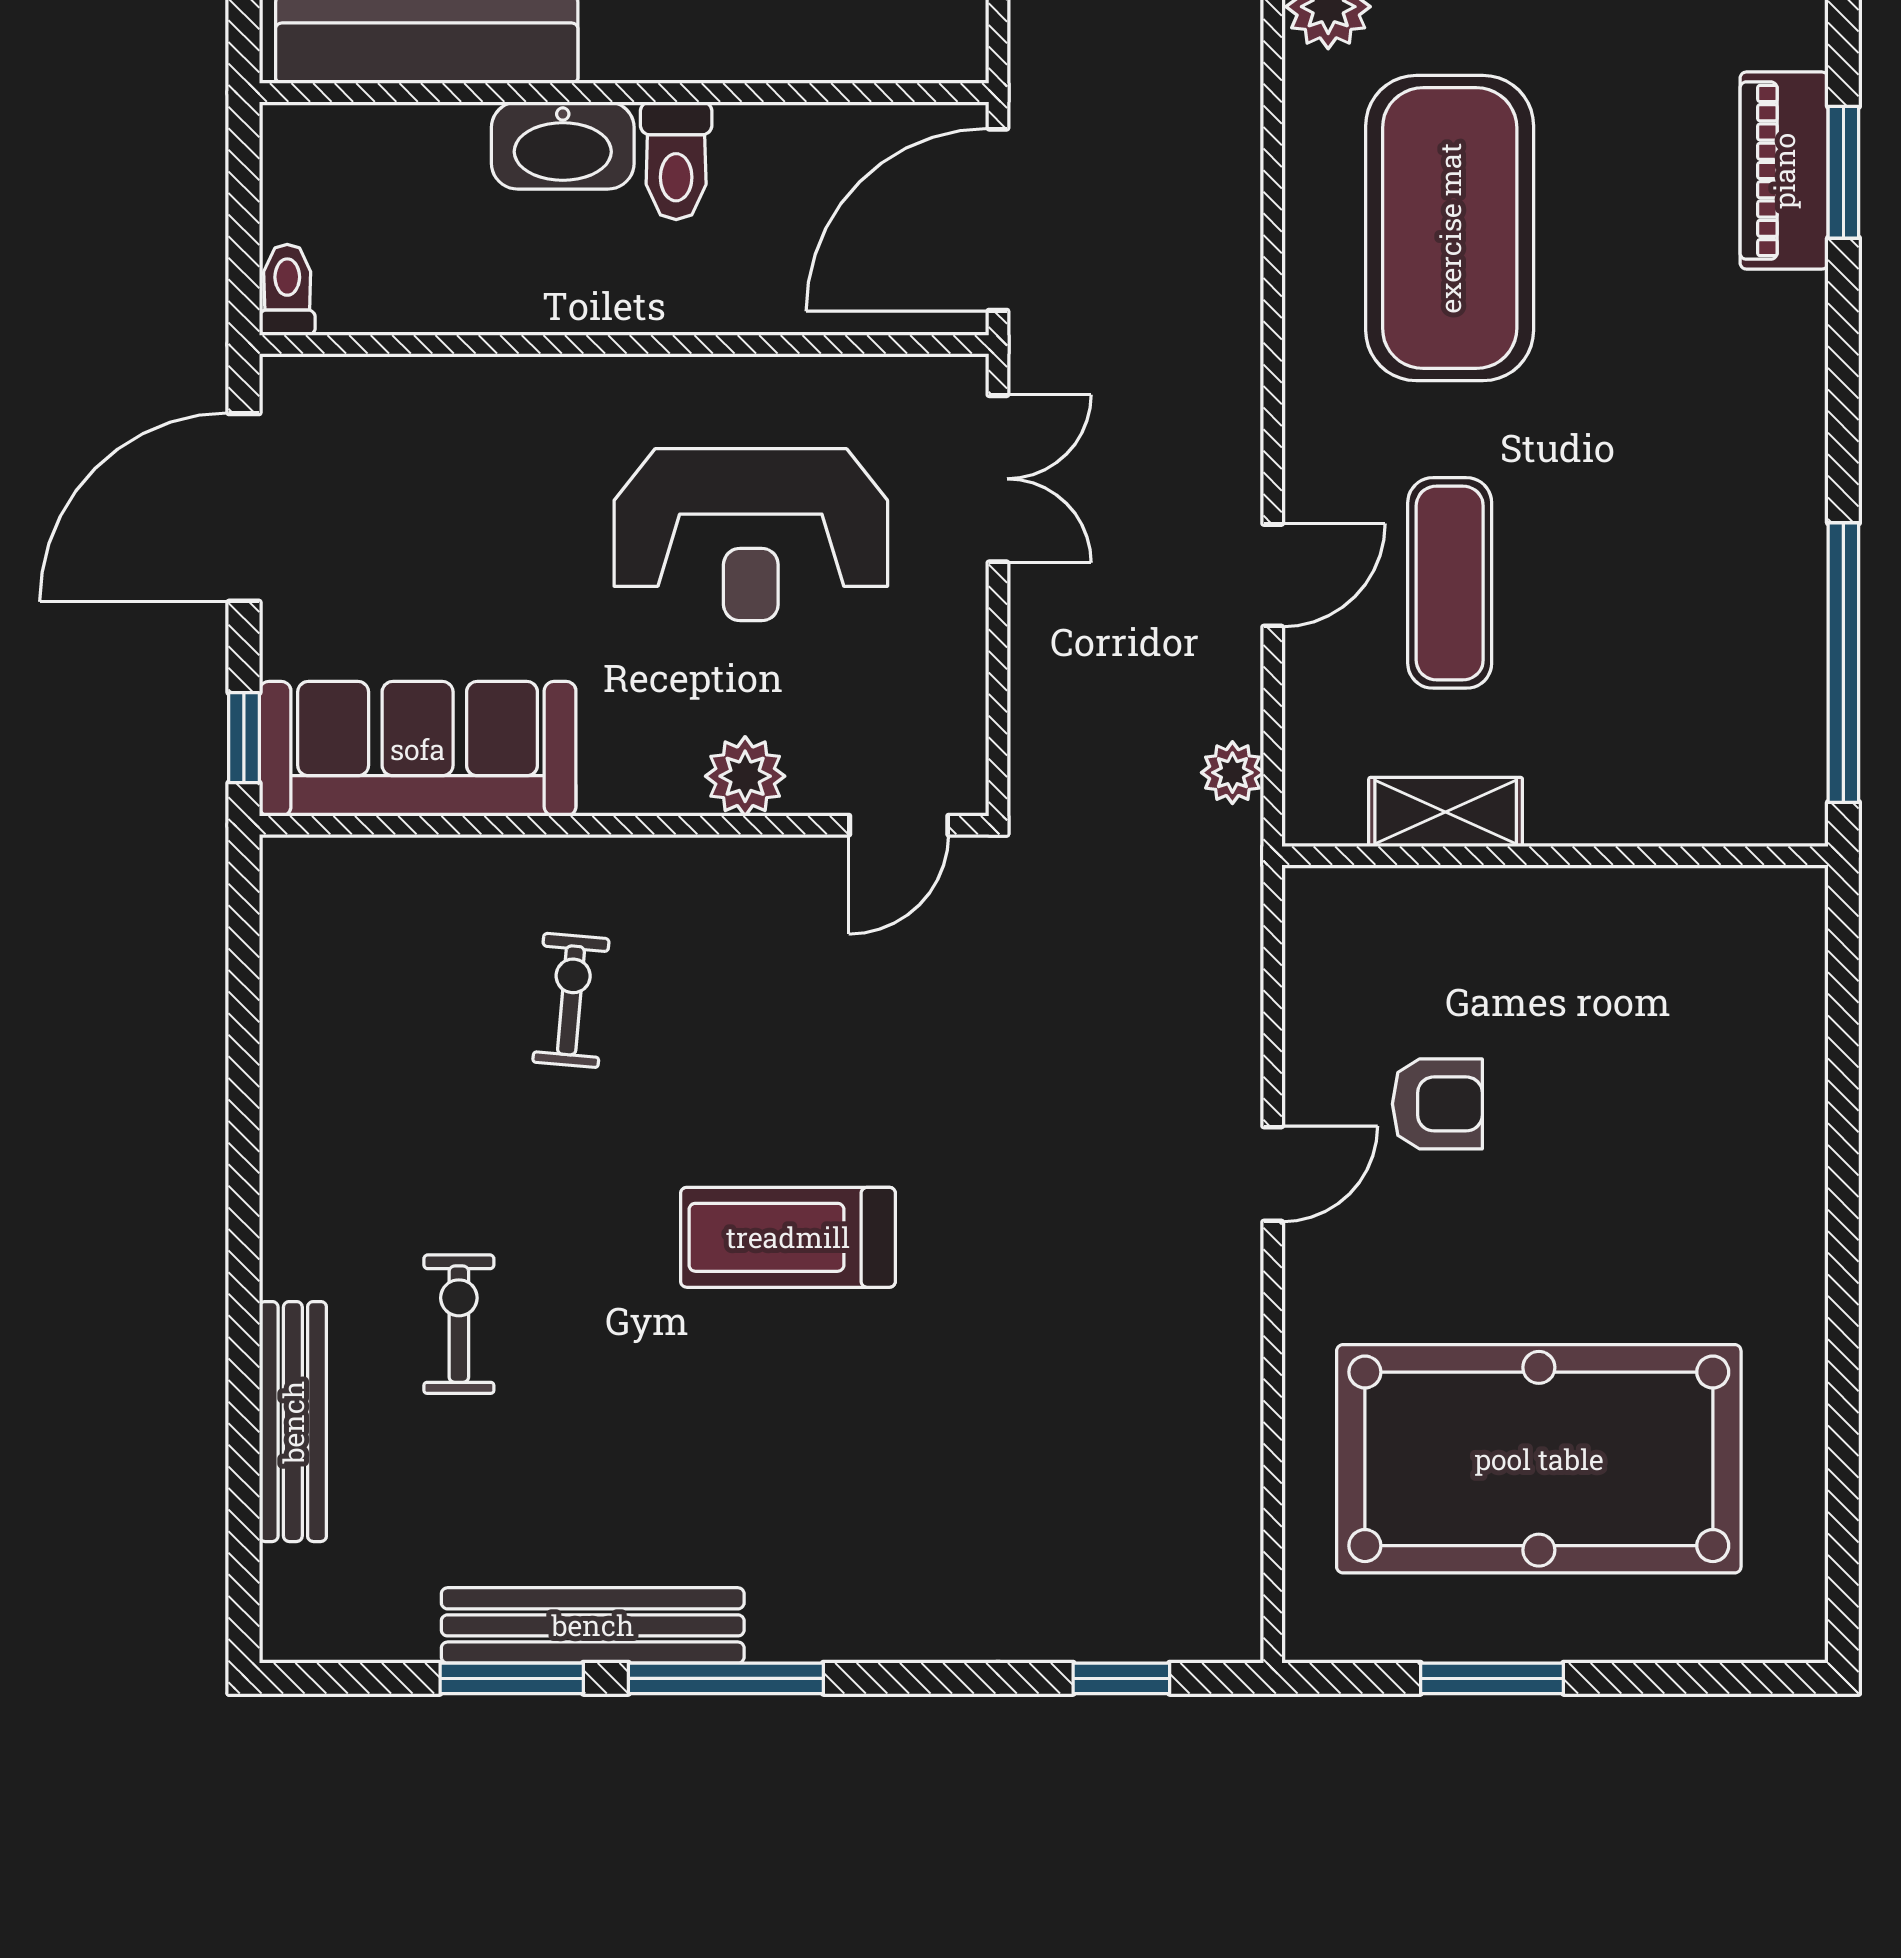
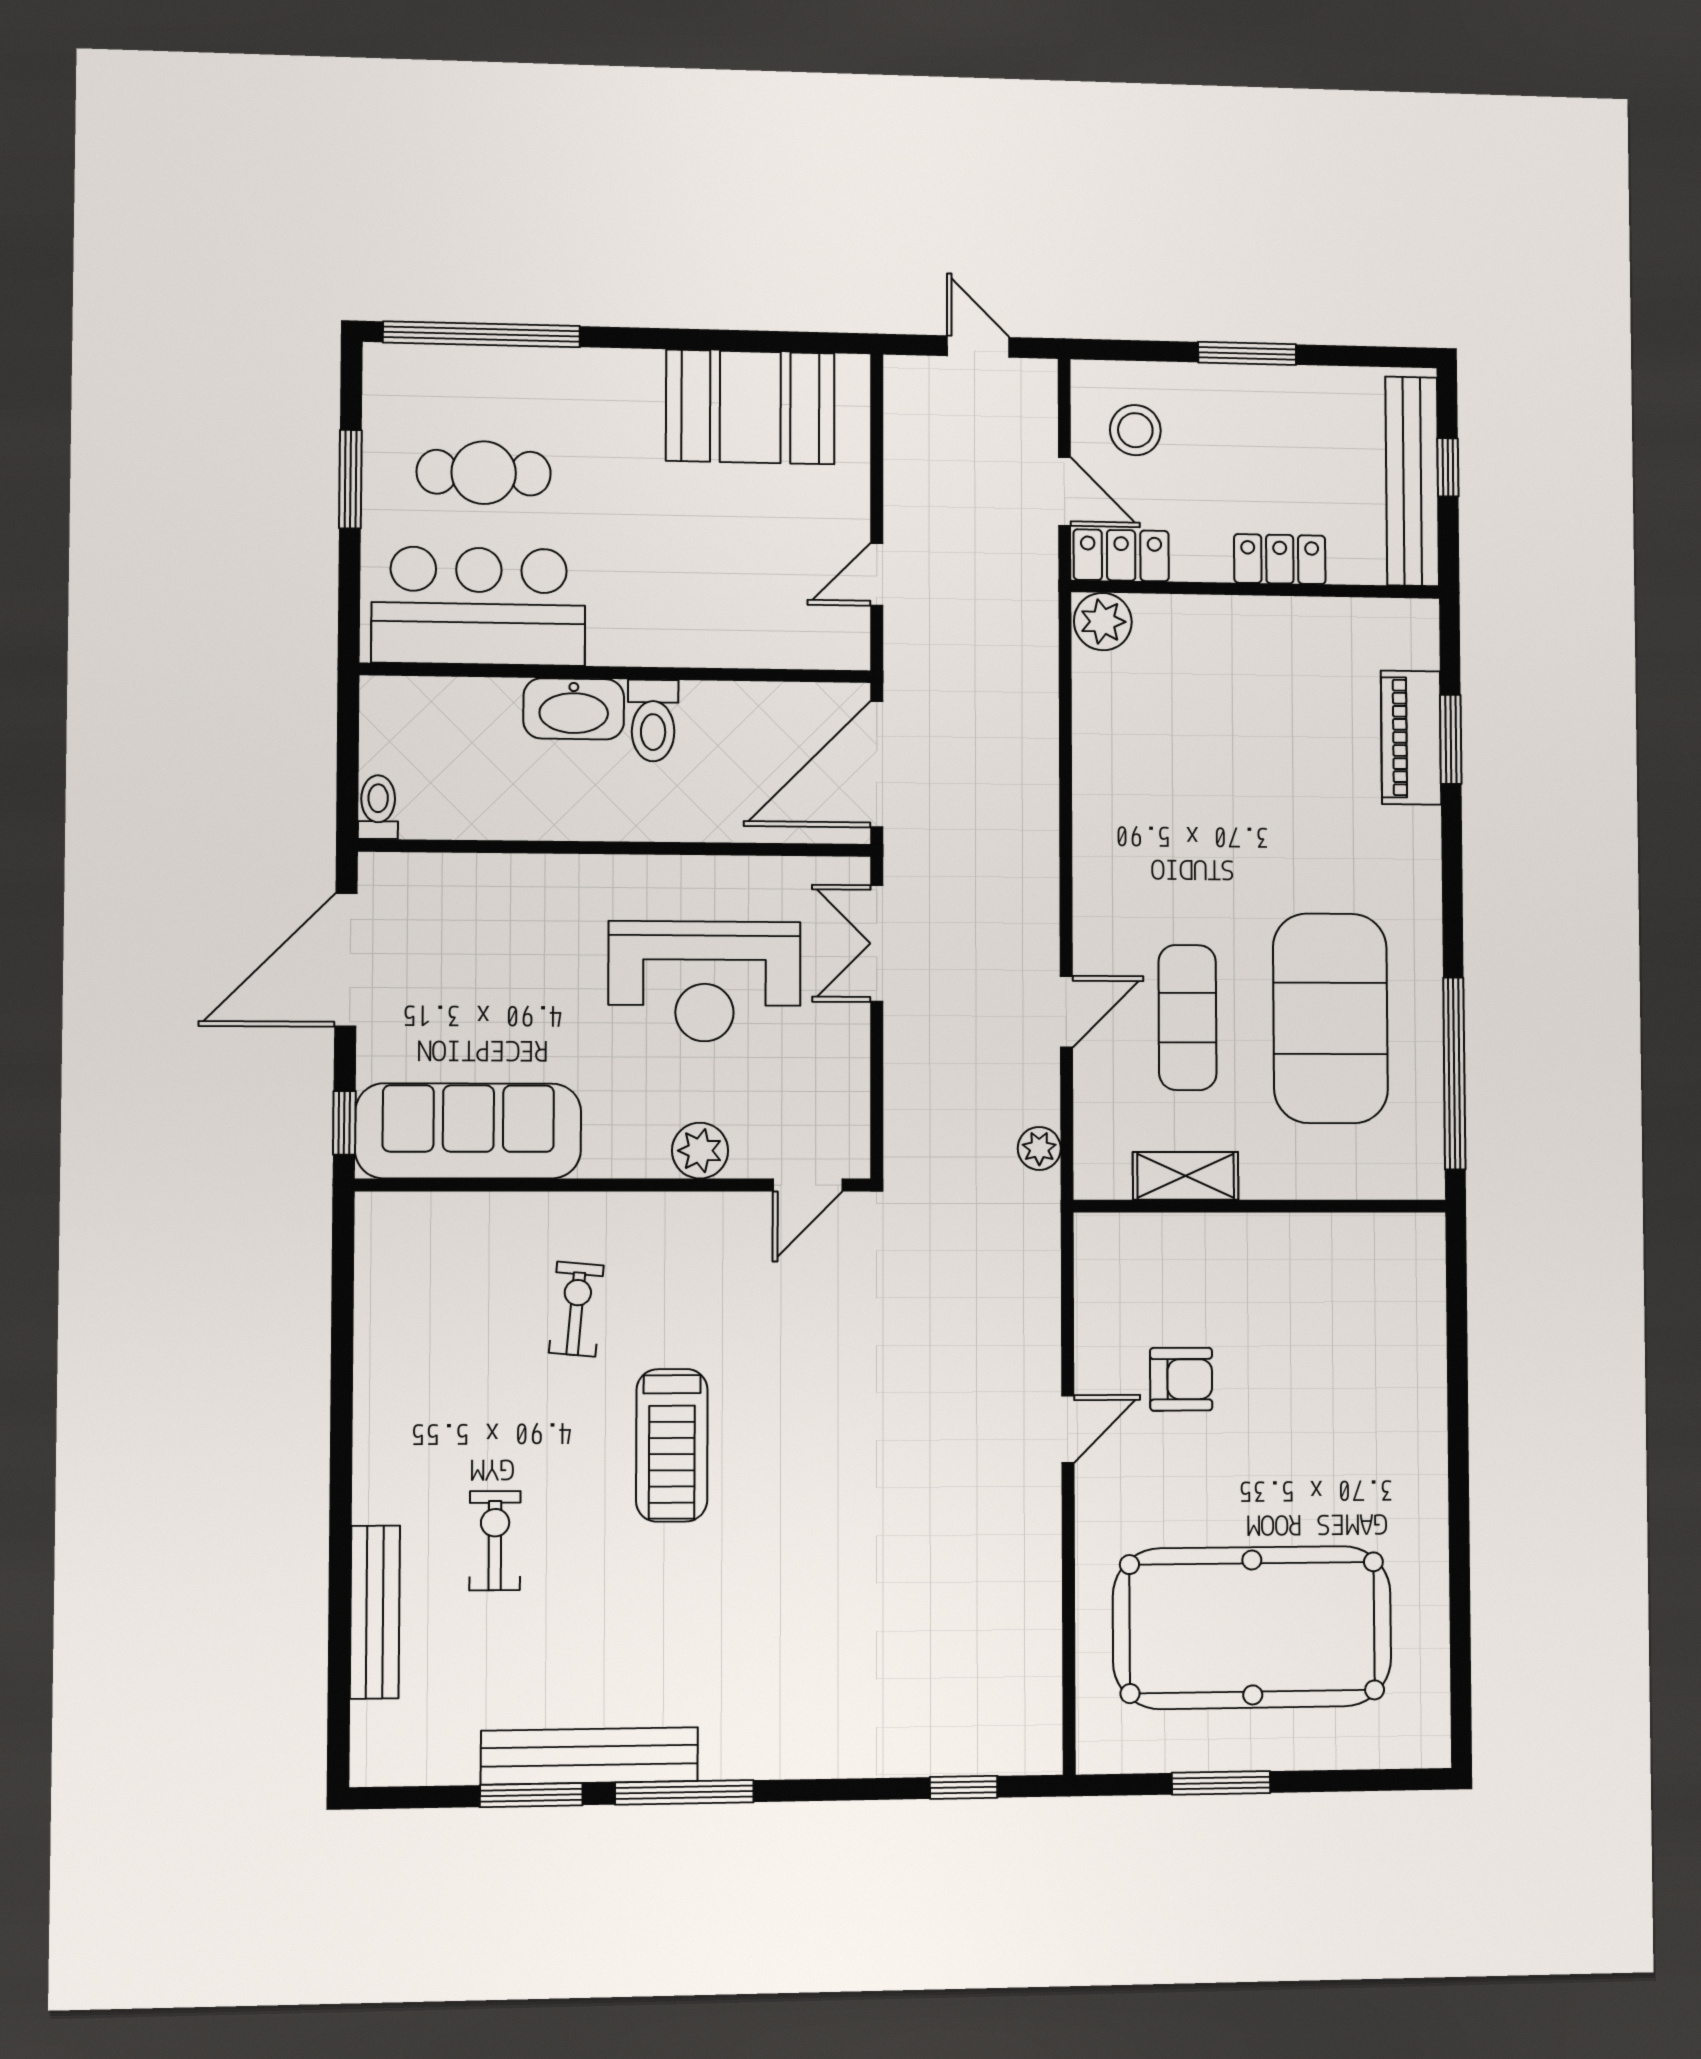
exercise mat: (1450, 228) -> (1330, 1018), moved
double door: (998, 479) -> (877, 944), swing flipped
treadmill: (788, 1237) -> (672, 1445), moved, turned -90

